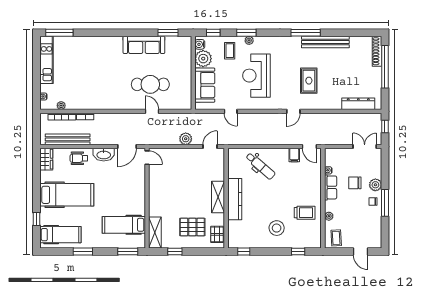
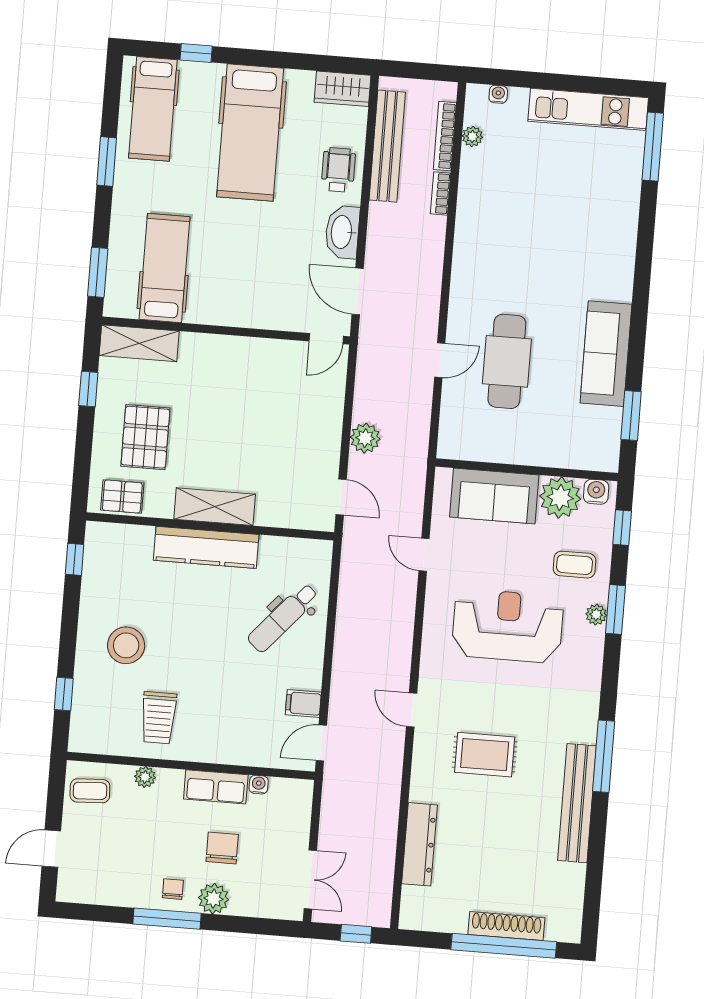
shoe rack: (377, 51) -> (506, 926), moved
dresser: (358, 104) -> (420, 844), moved
door: (231, 111) -> (424, 555), hinge flipped

